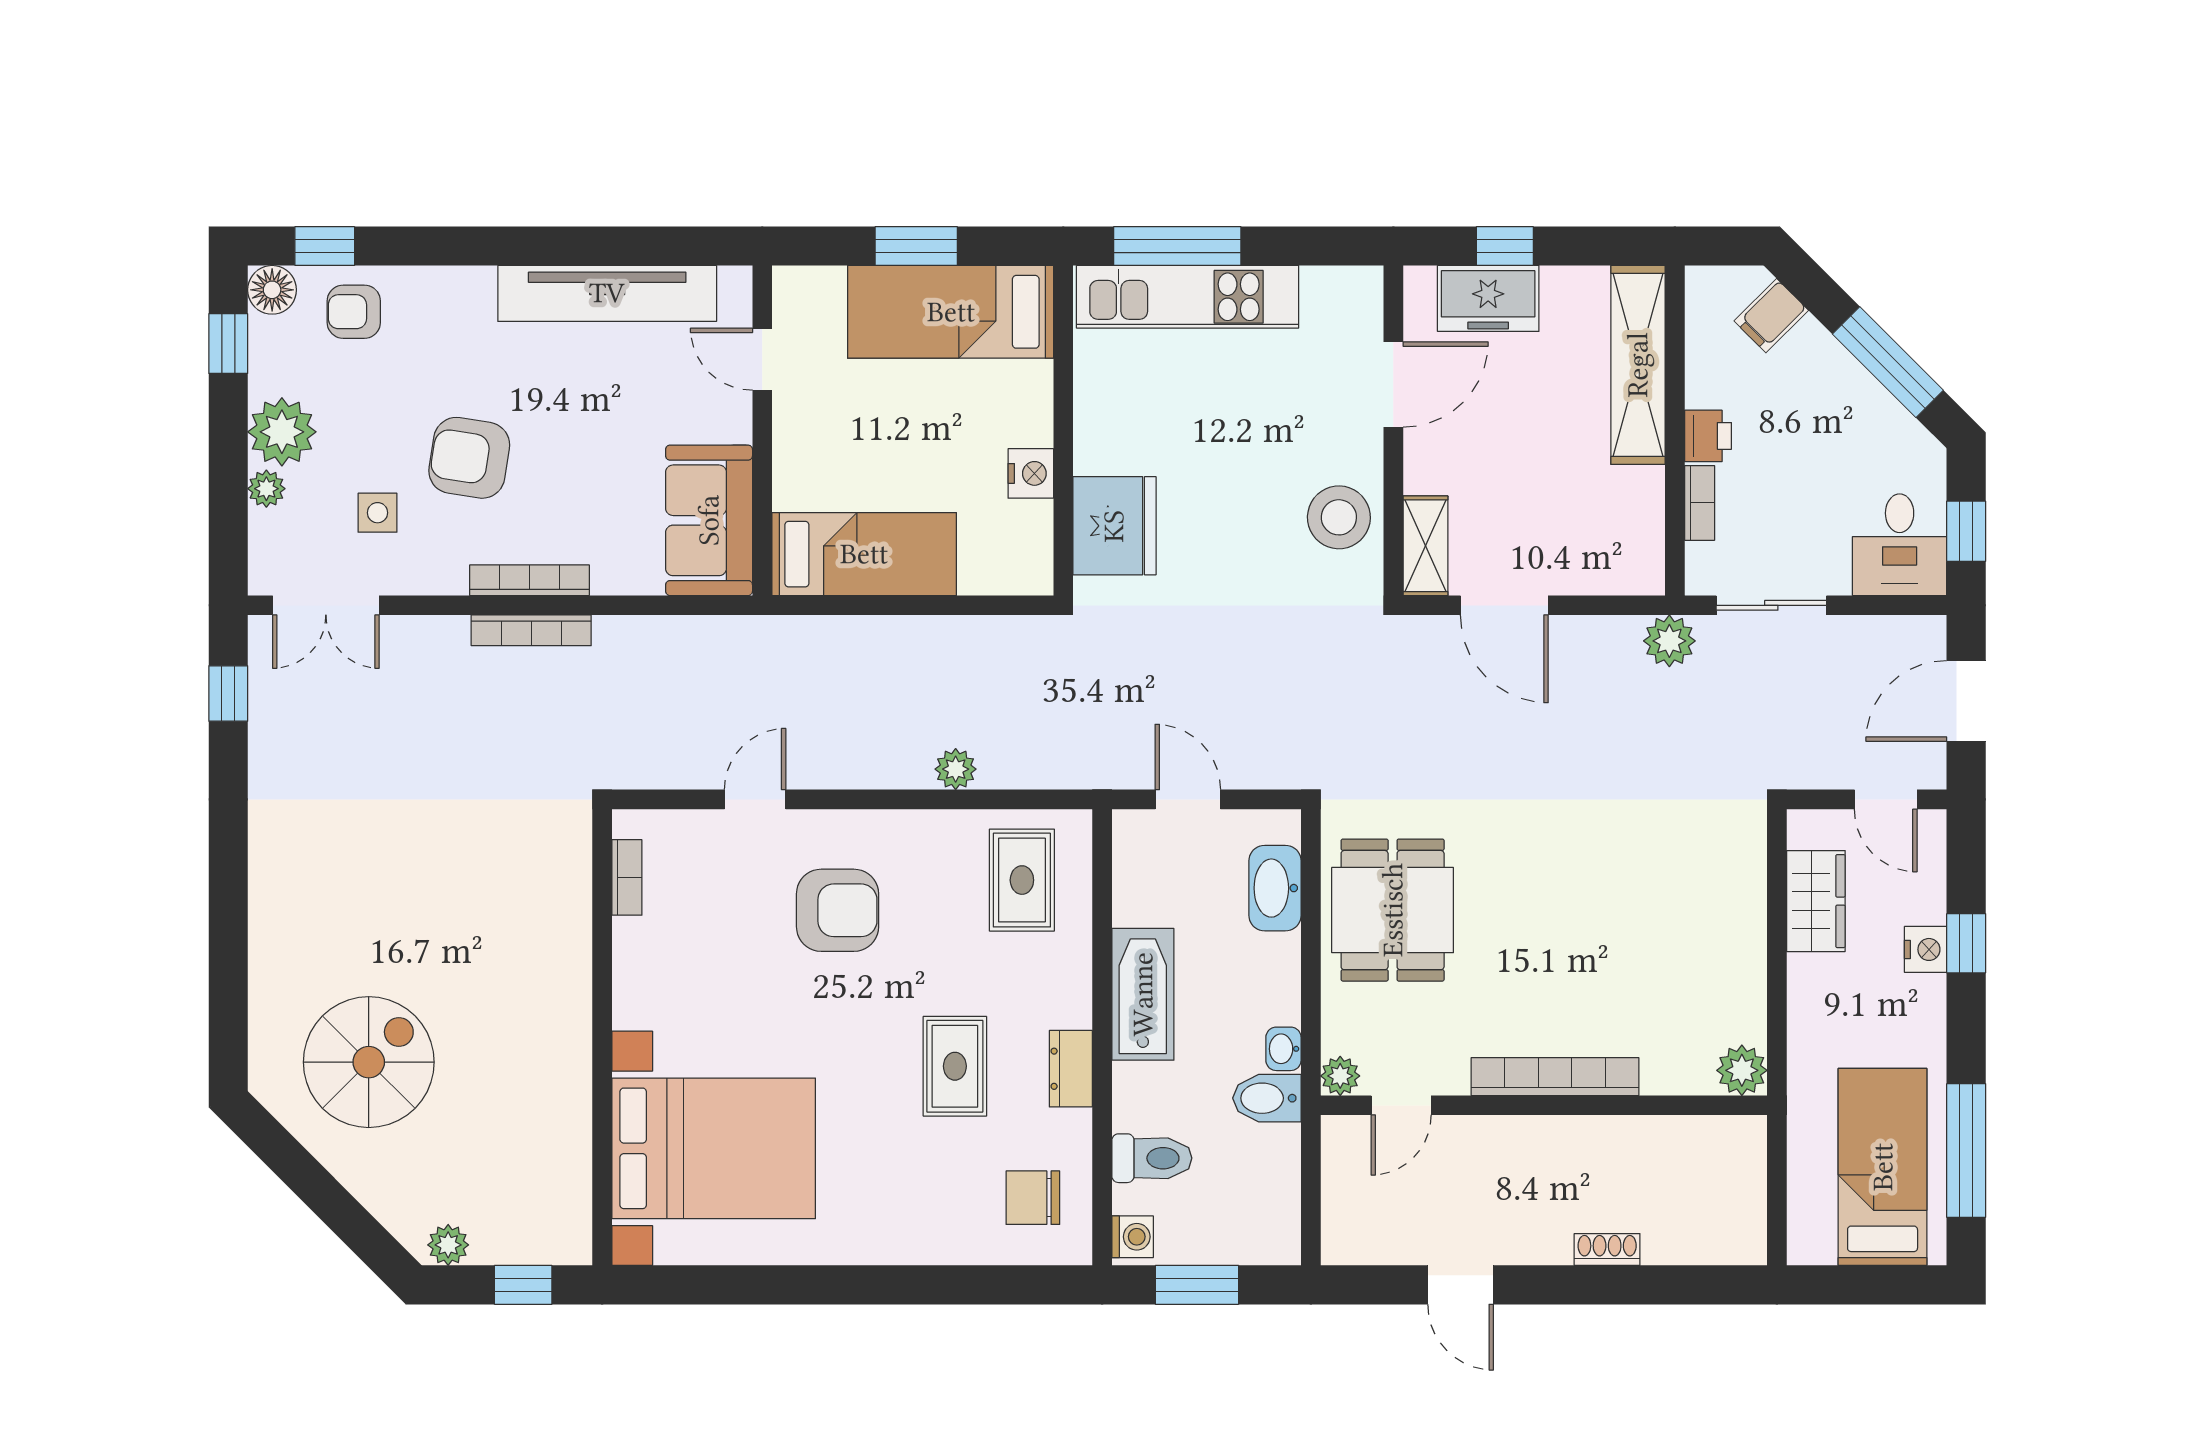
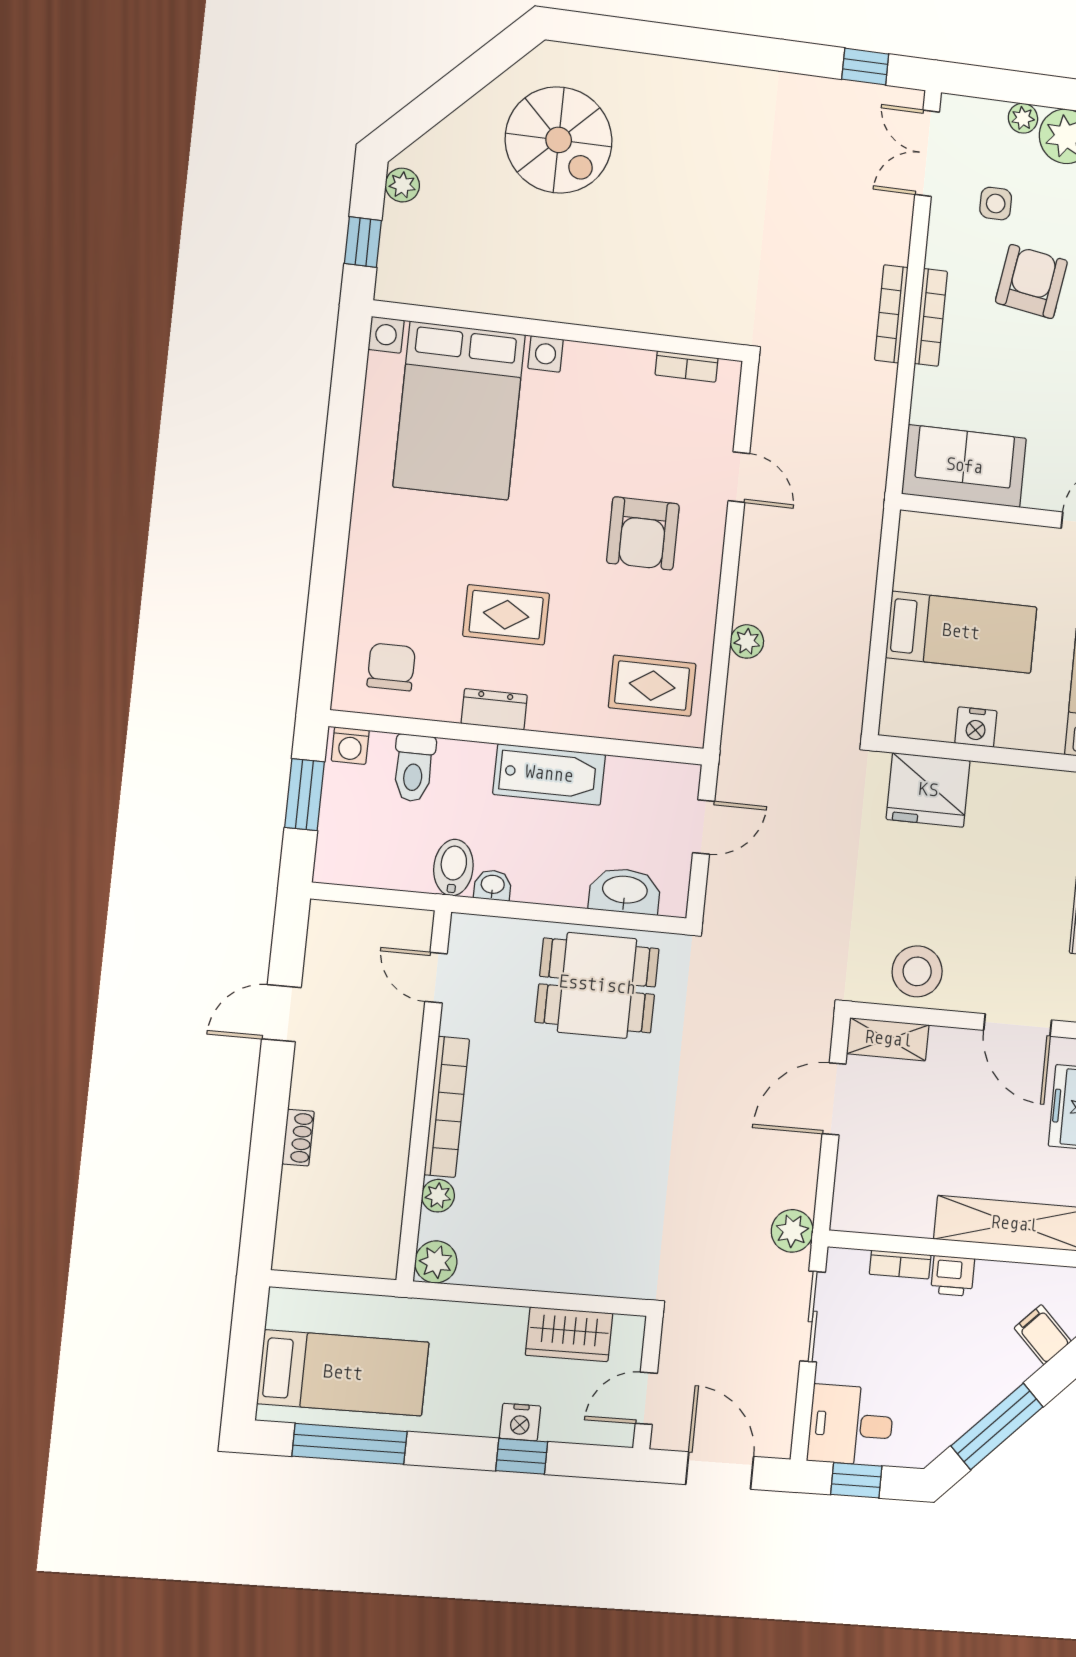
bed: (864, 554) -> (961, 632), moved, turned -90
plant: (1340, 1076) -> (438, 1196), moved

